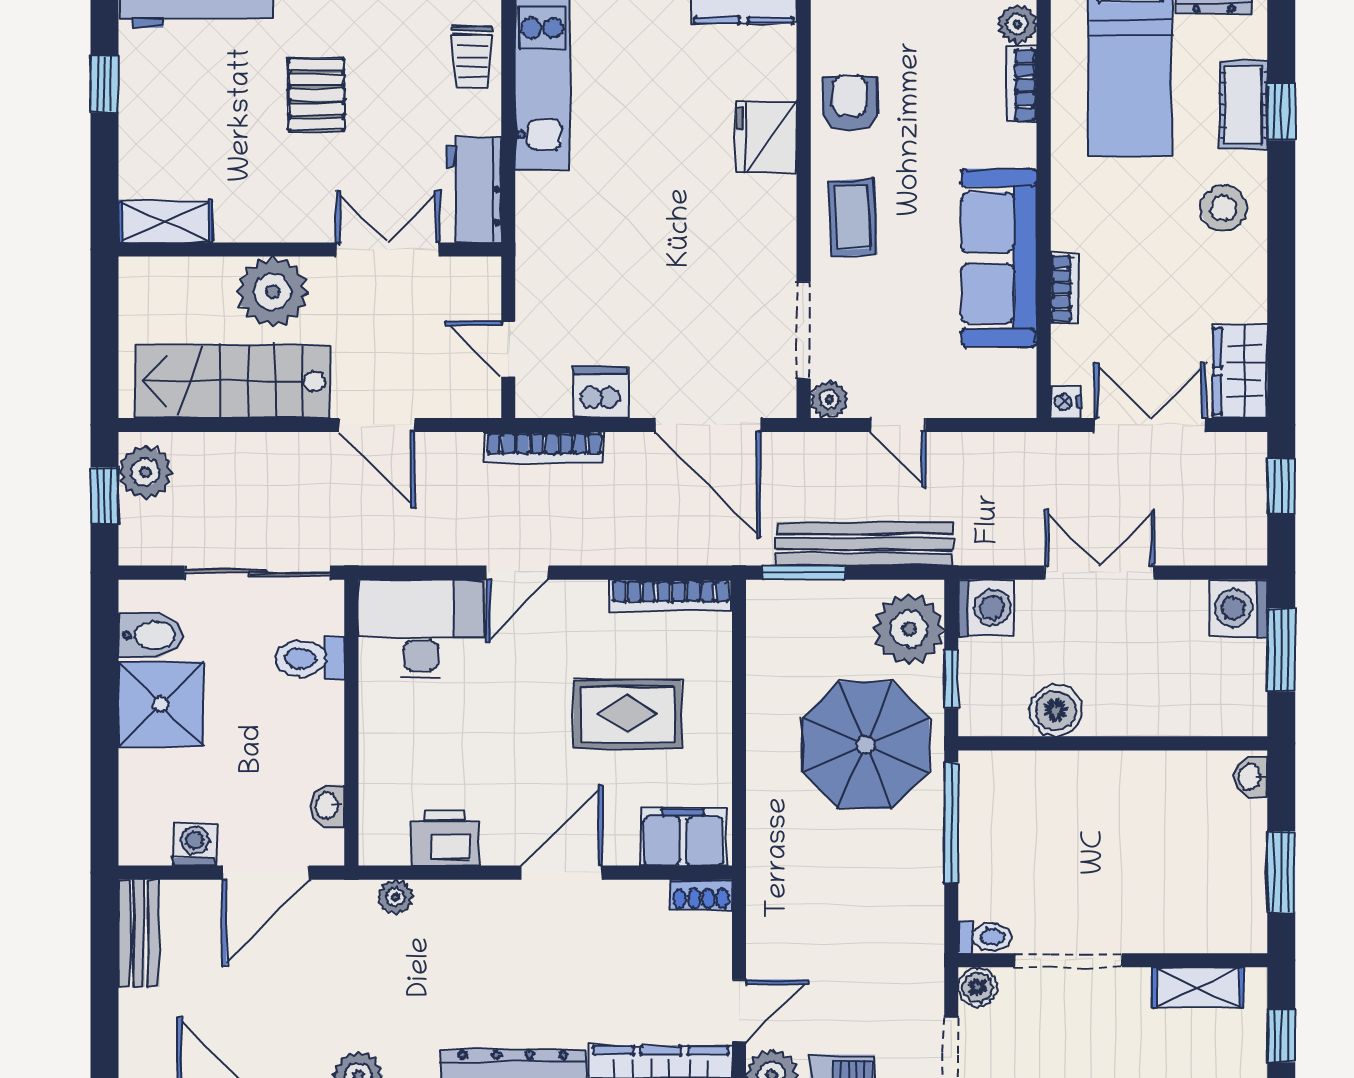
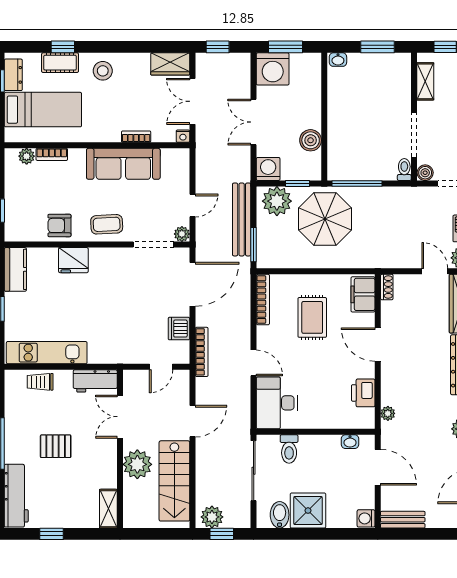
trolley: (472, 57) -> (40, 382), turned 180
washing machine: (1239, 608) -> (273, 69), width x1.37, depth x1.37
washing machine: (195, 844) -> (366, 518), moved

